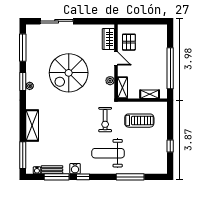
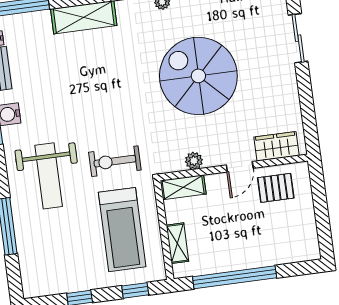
sliding door: (57, 21) -> (298, 38), width x0.73
window: (170, 118) -> (135, 290), added
treadmill: (139, 121) -> (122, 230), width x1.37, depth x1.38
weight bench: (108, 153) -> (49, 176), turned 180

